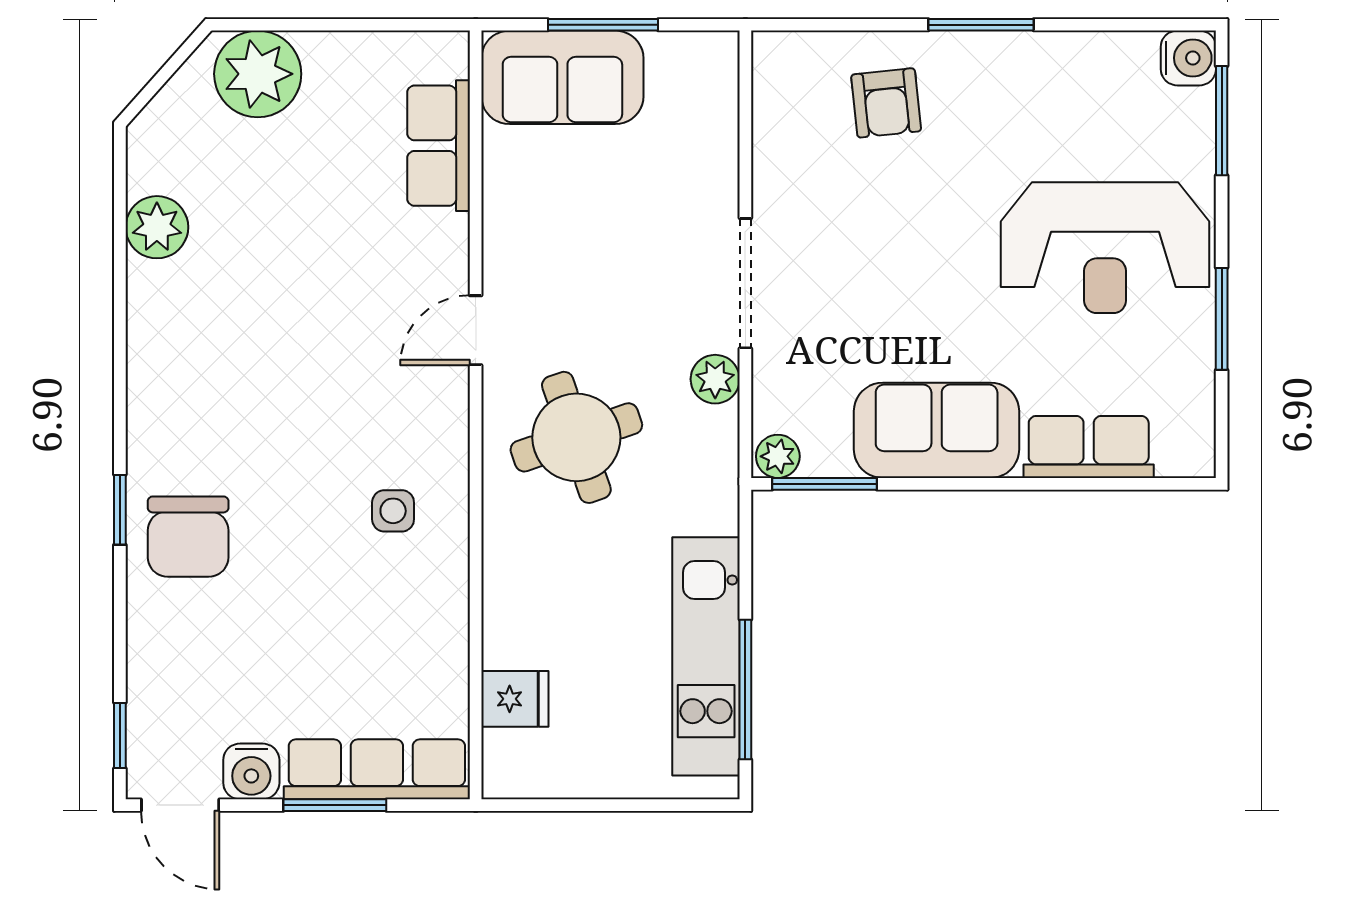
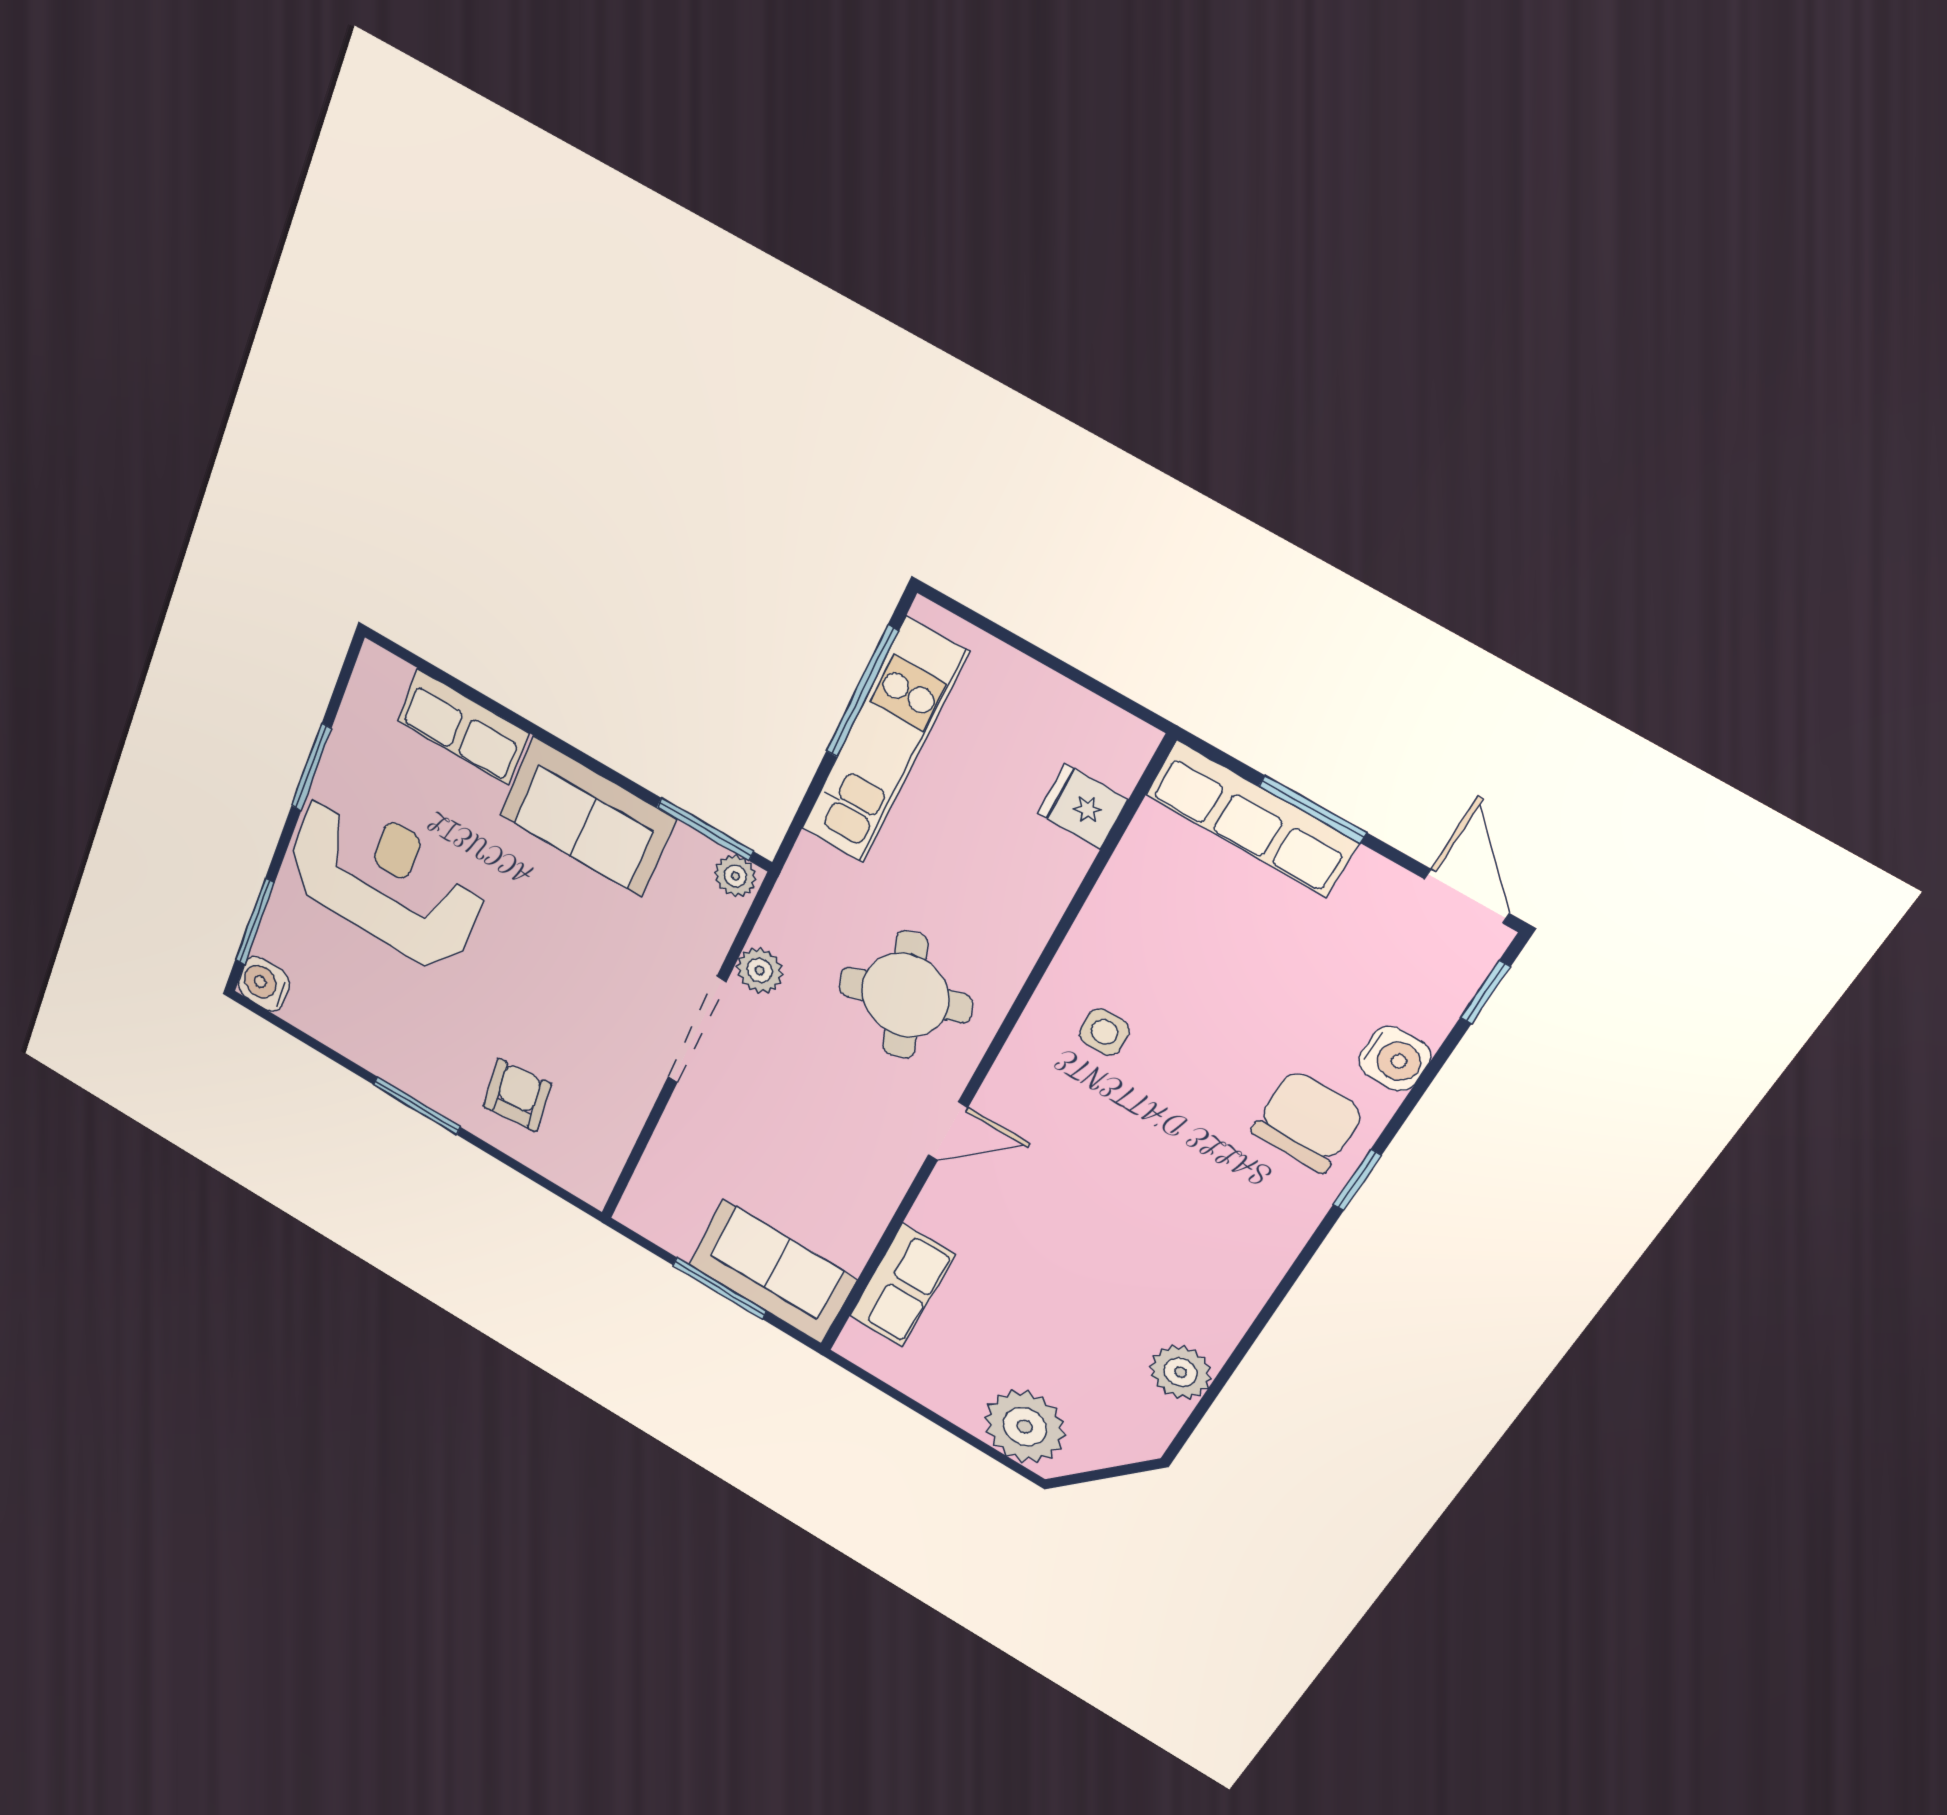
water cooler: (251, 771) -> (1395, 1059), moved, turned 90

